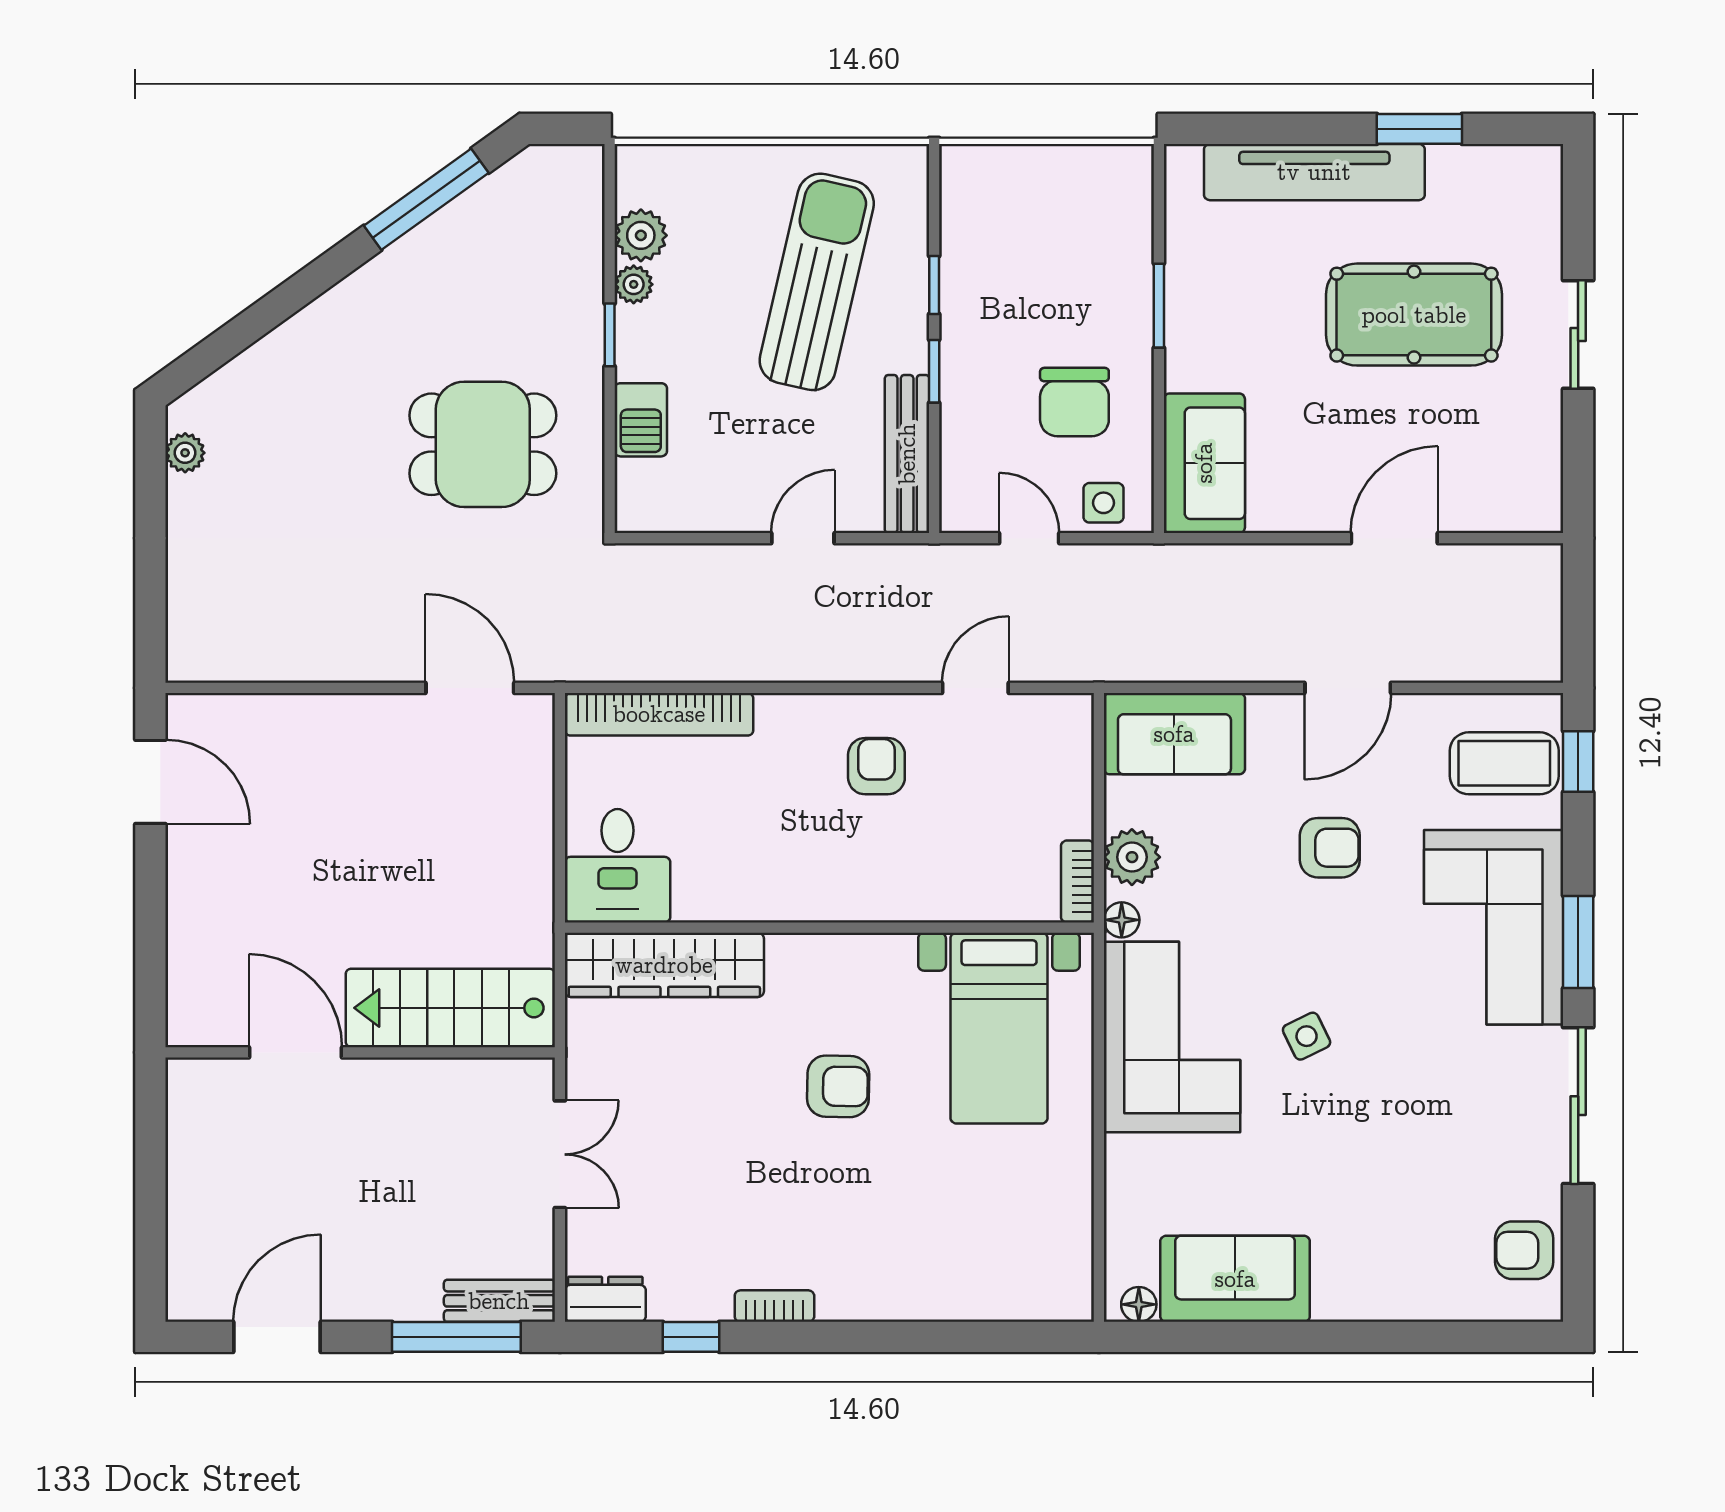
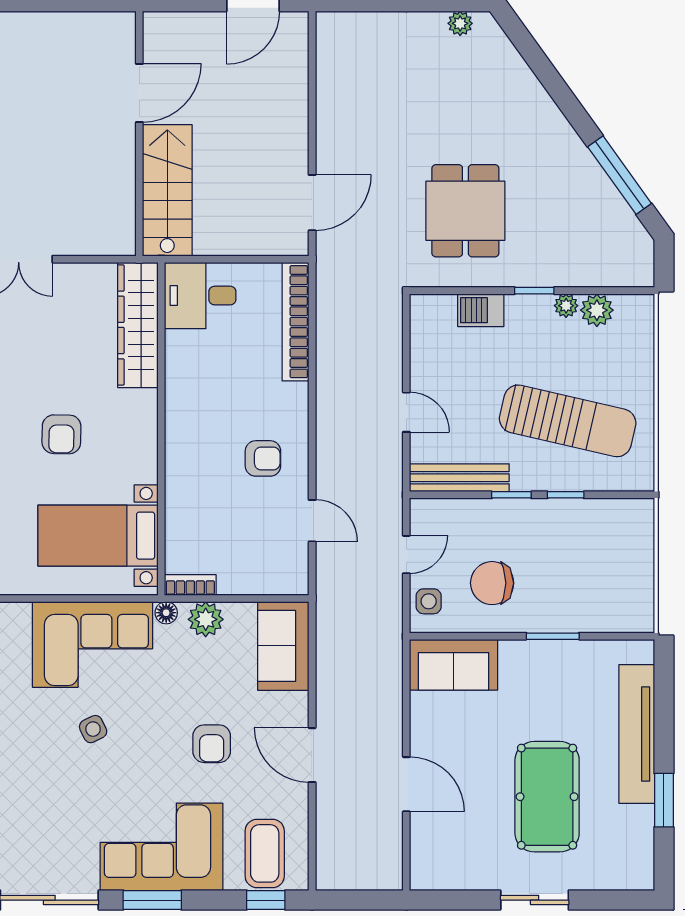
stairs: (450, 1008) -> (167, 190), moved
door: (296, 1052) -> (139, 93), moved
wall: (360, 1052) -> (139, 134), moved

